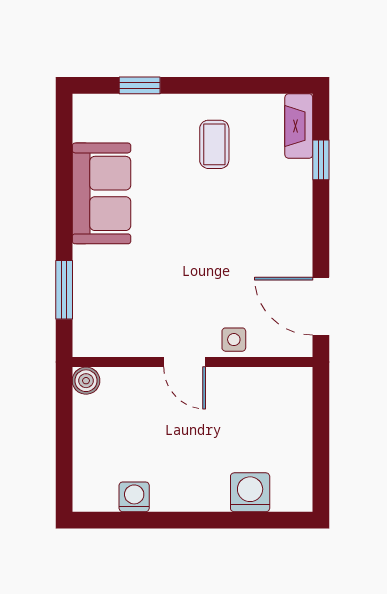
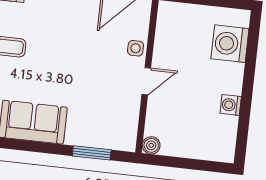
washing machine: (250, 492) -> (230, 44), width x1.37, depth x1.37
washing machine: (134, 497) -> (231, 105), moved

